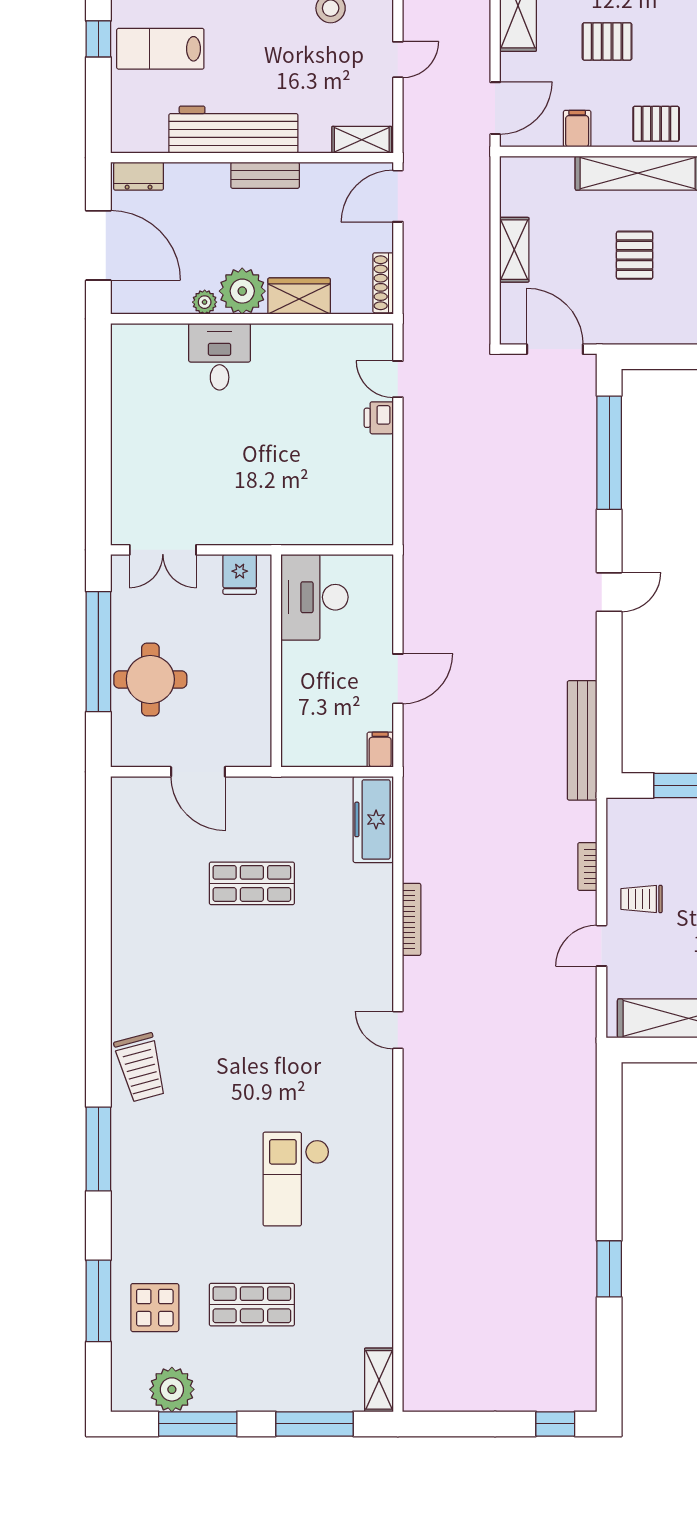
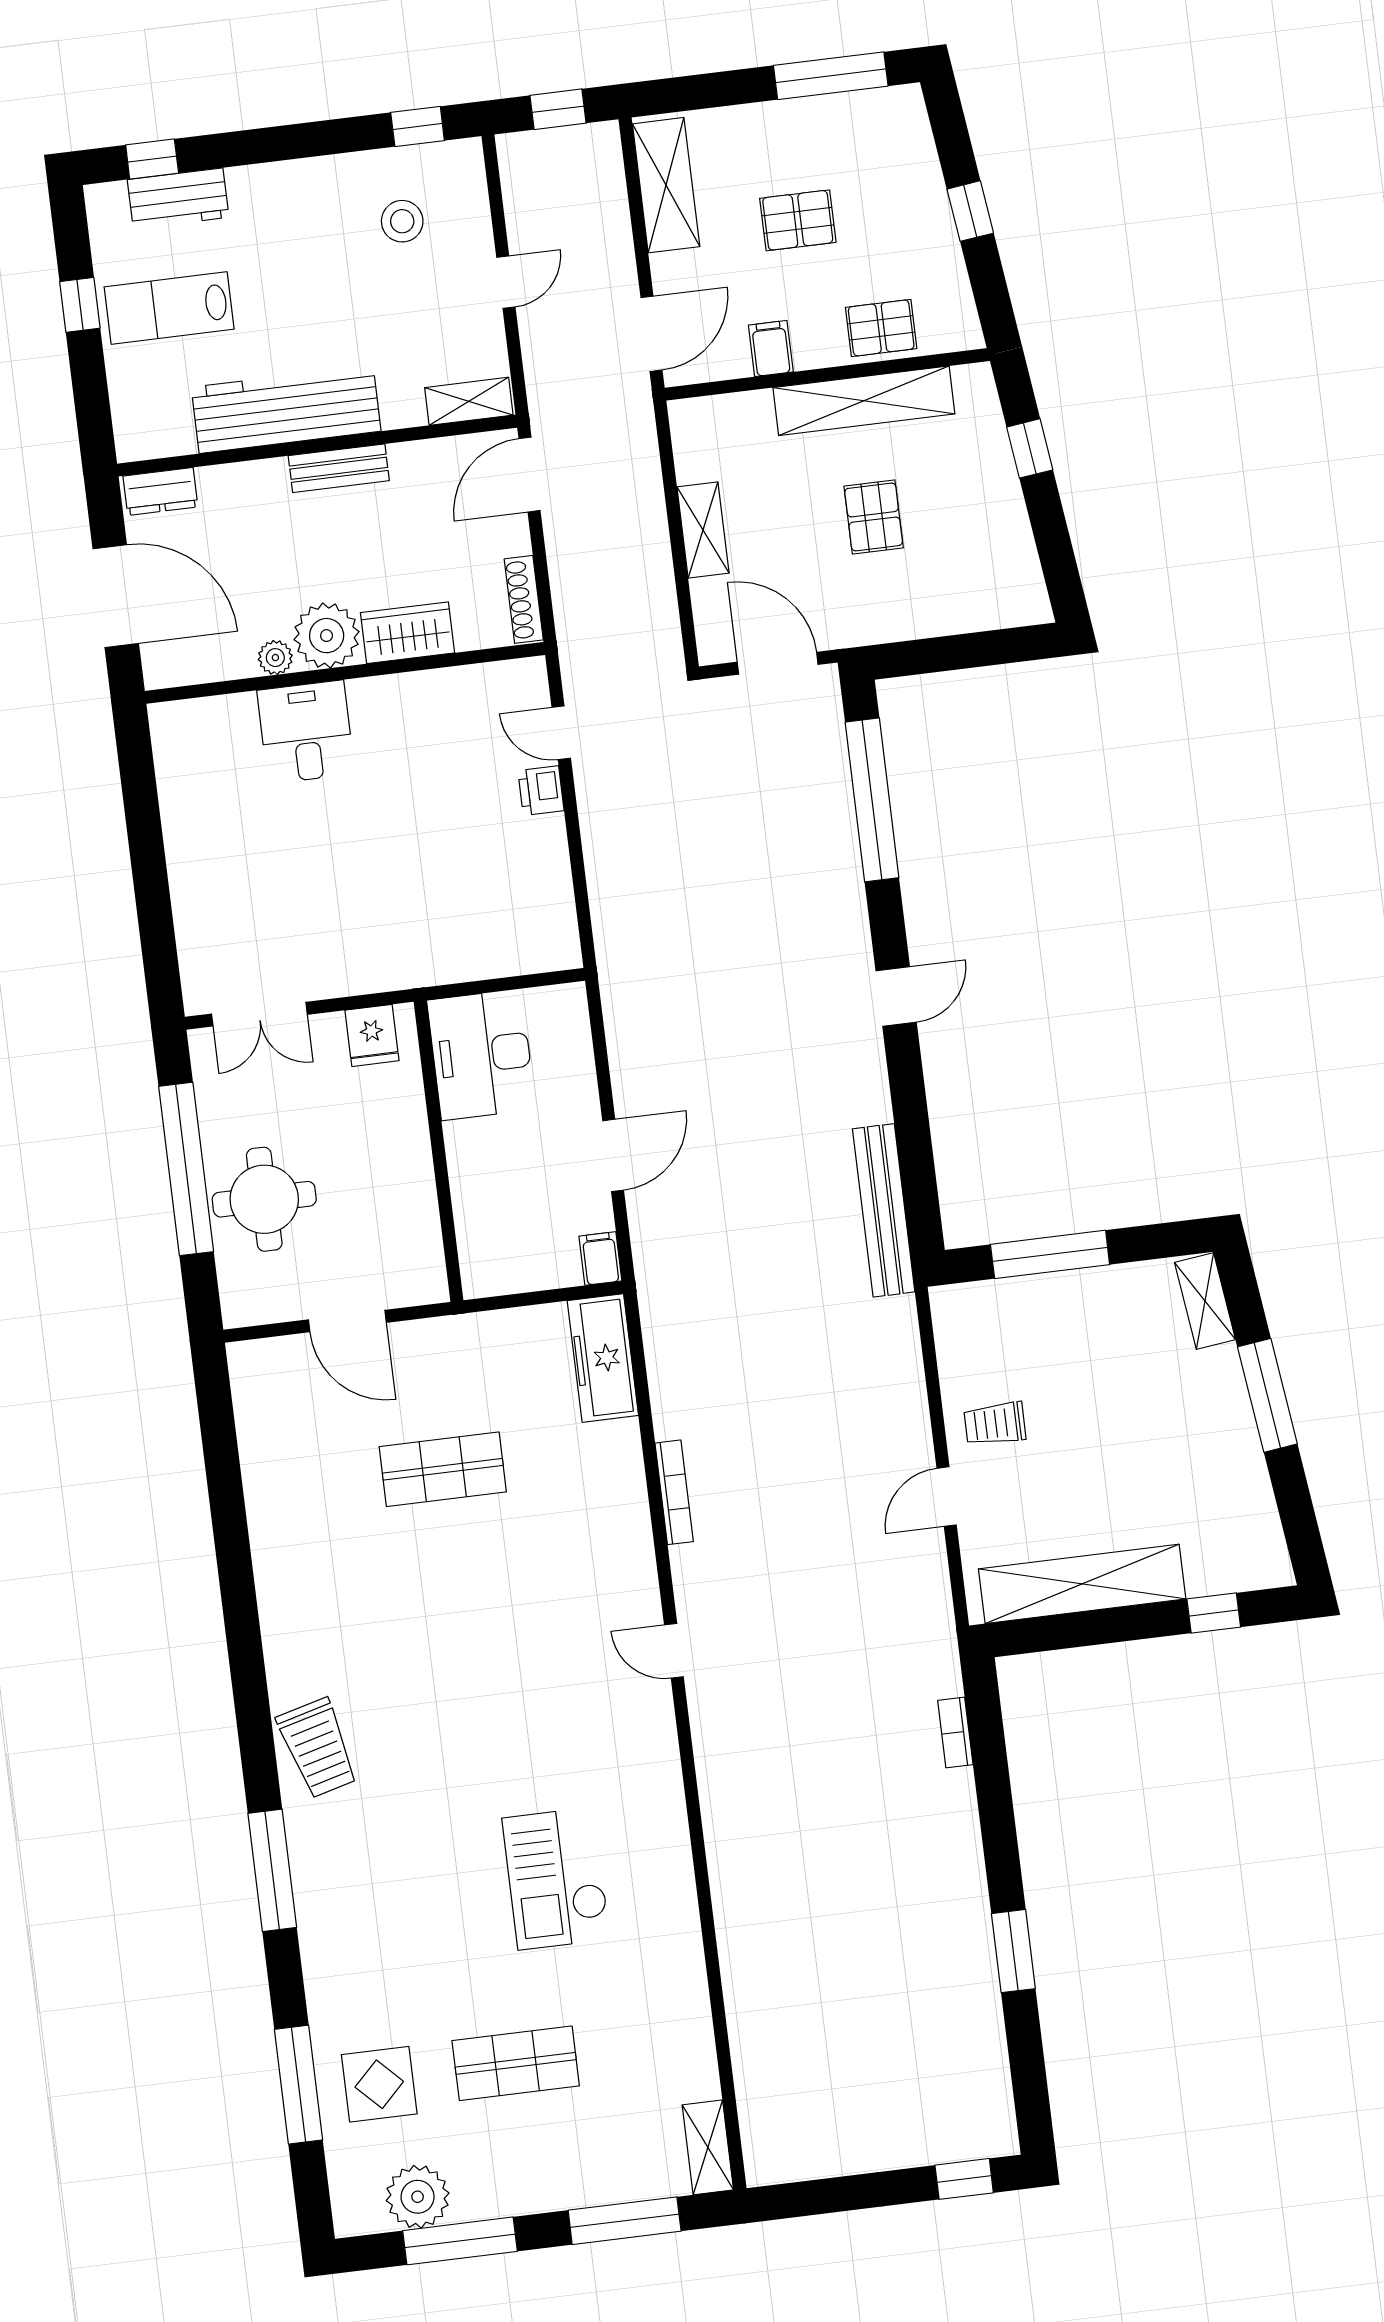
bookcase: (587, 867) -> (955, 1733), moved

